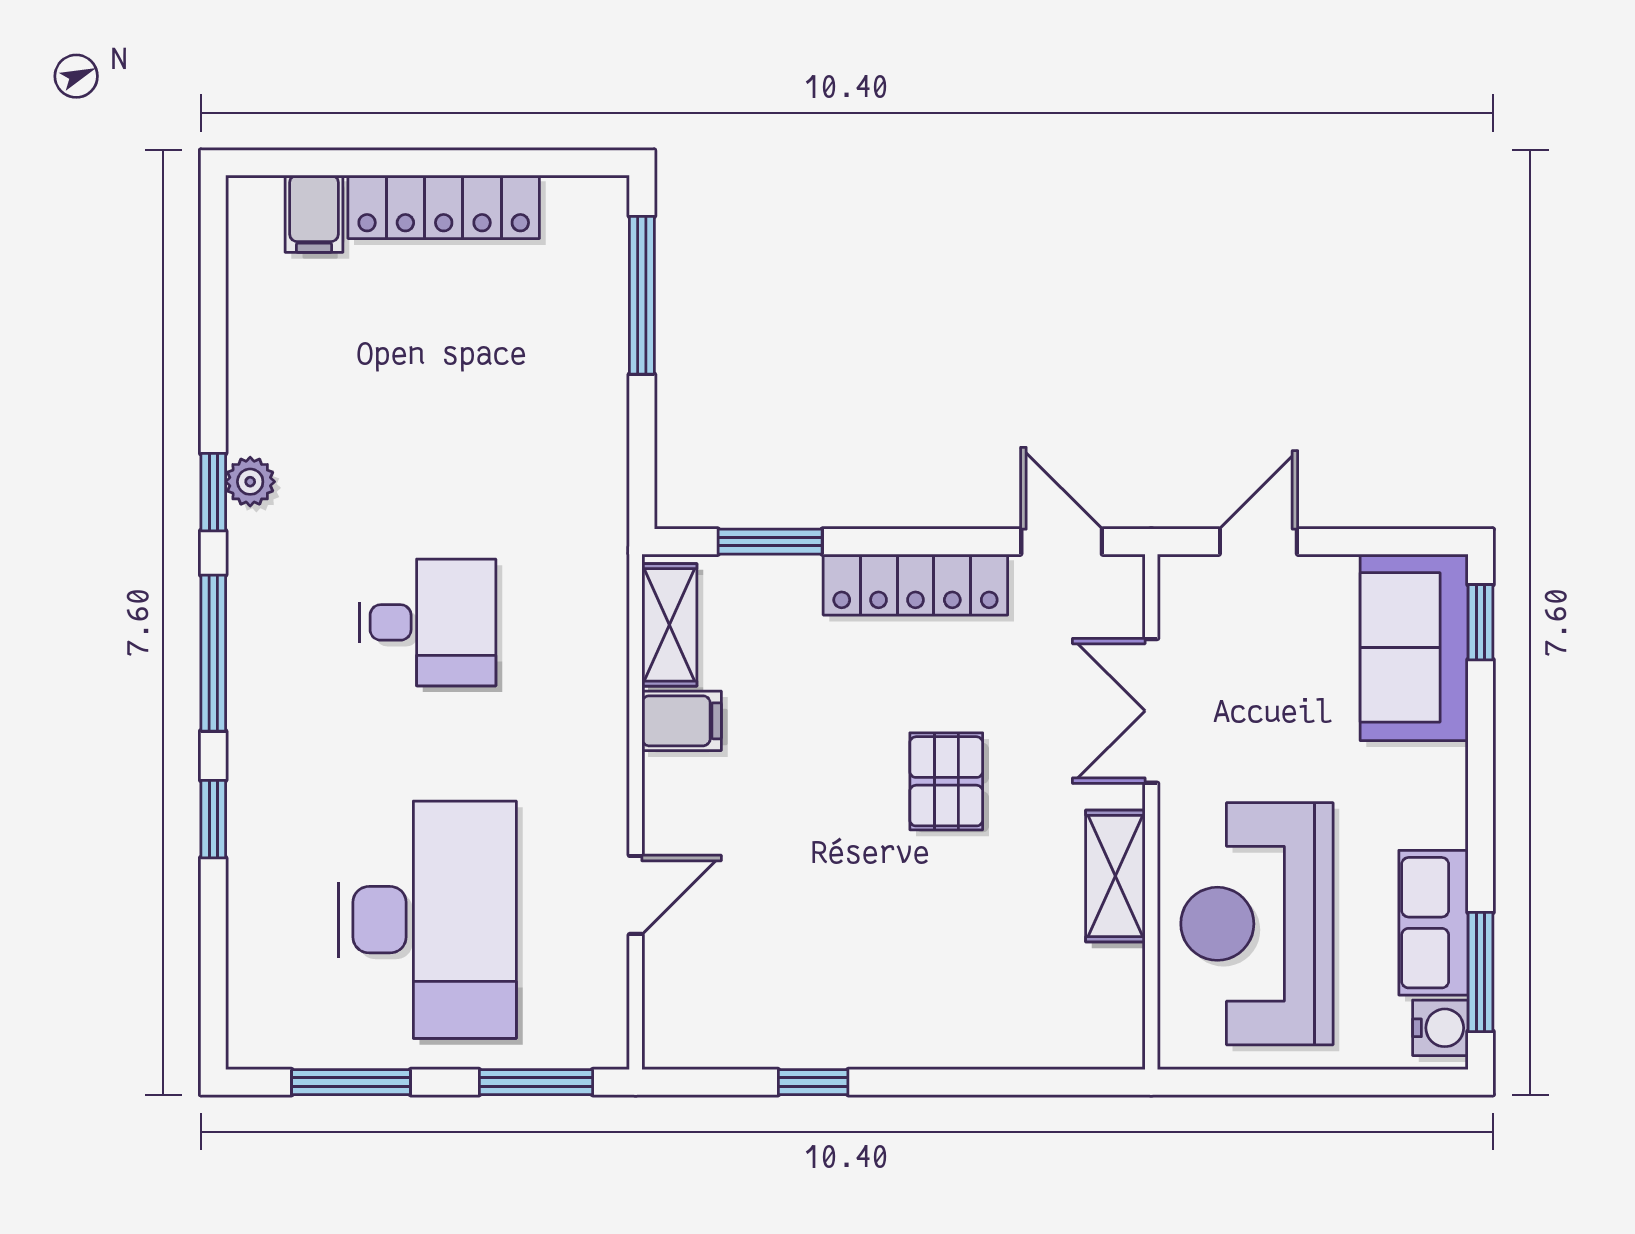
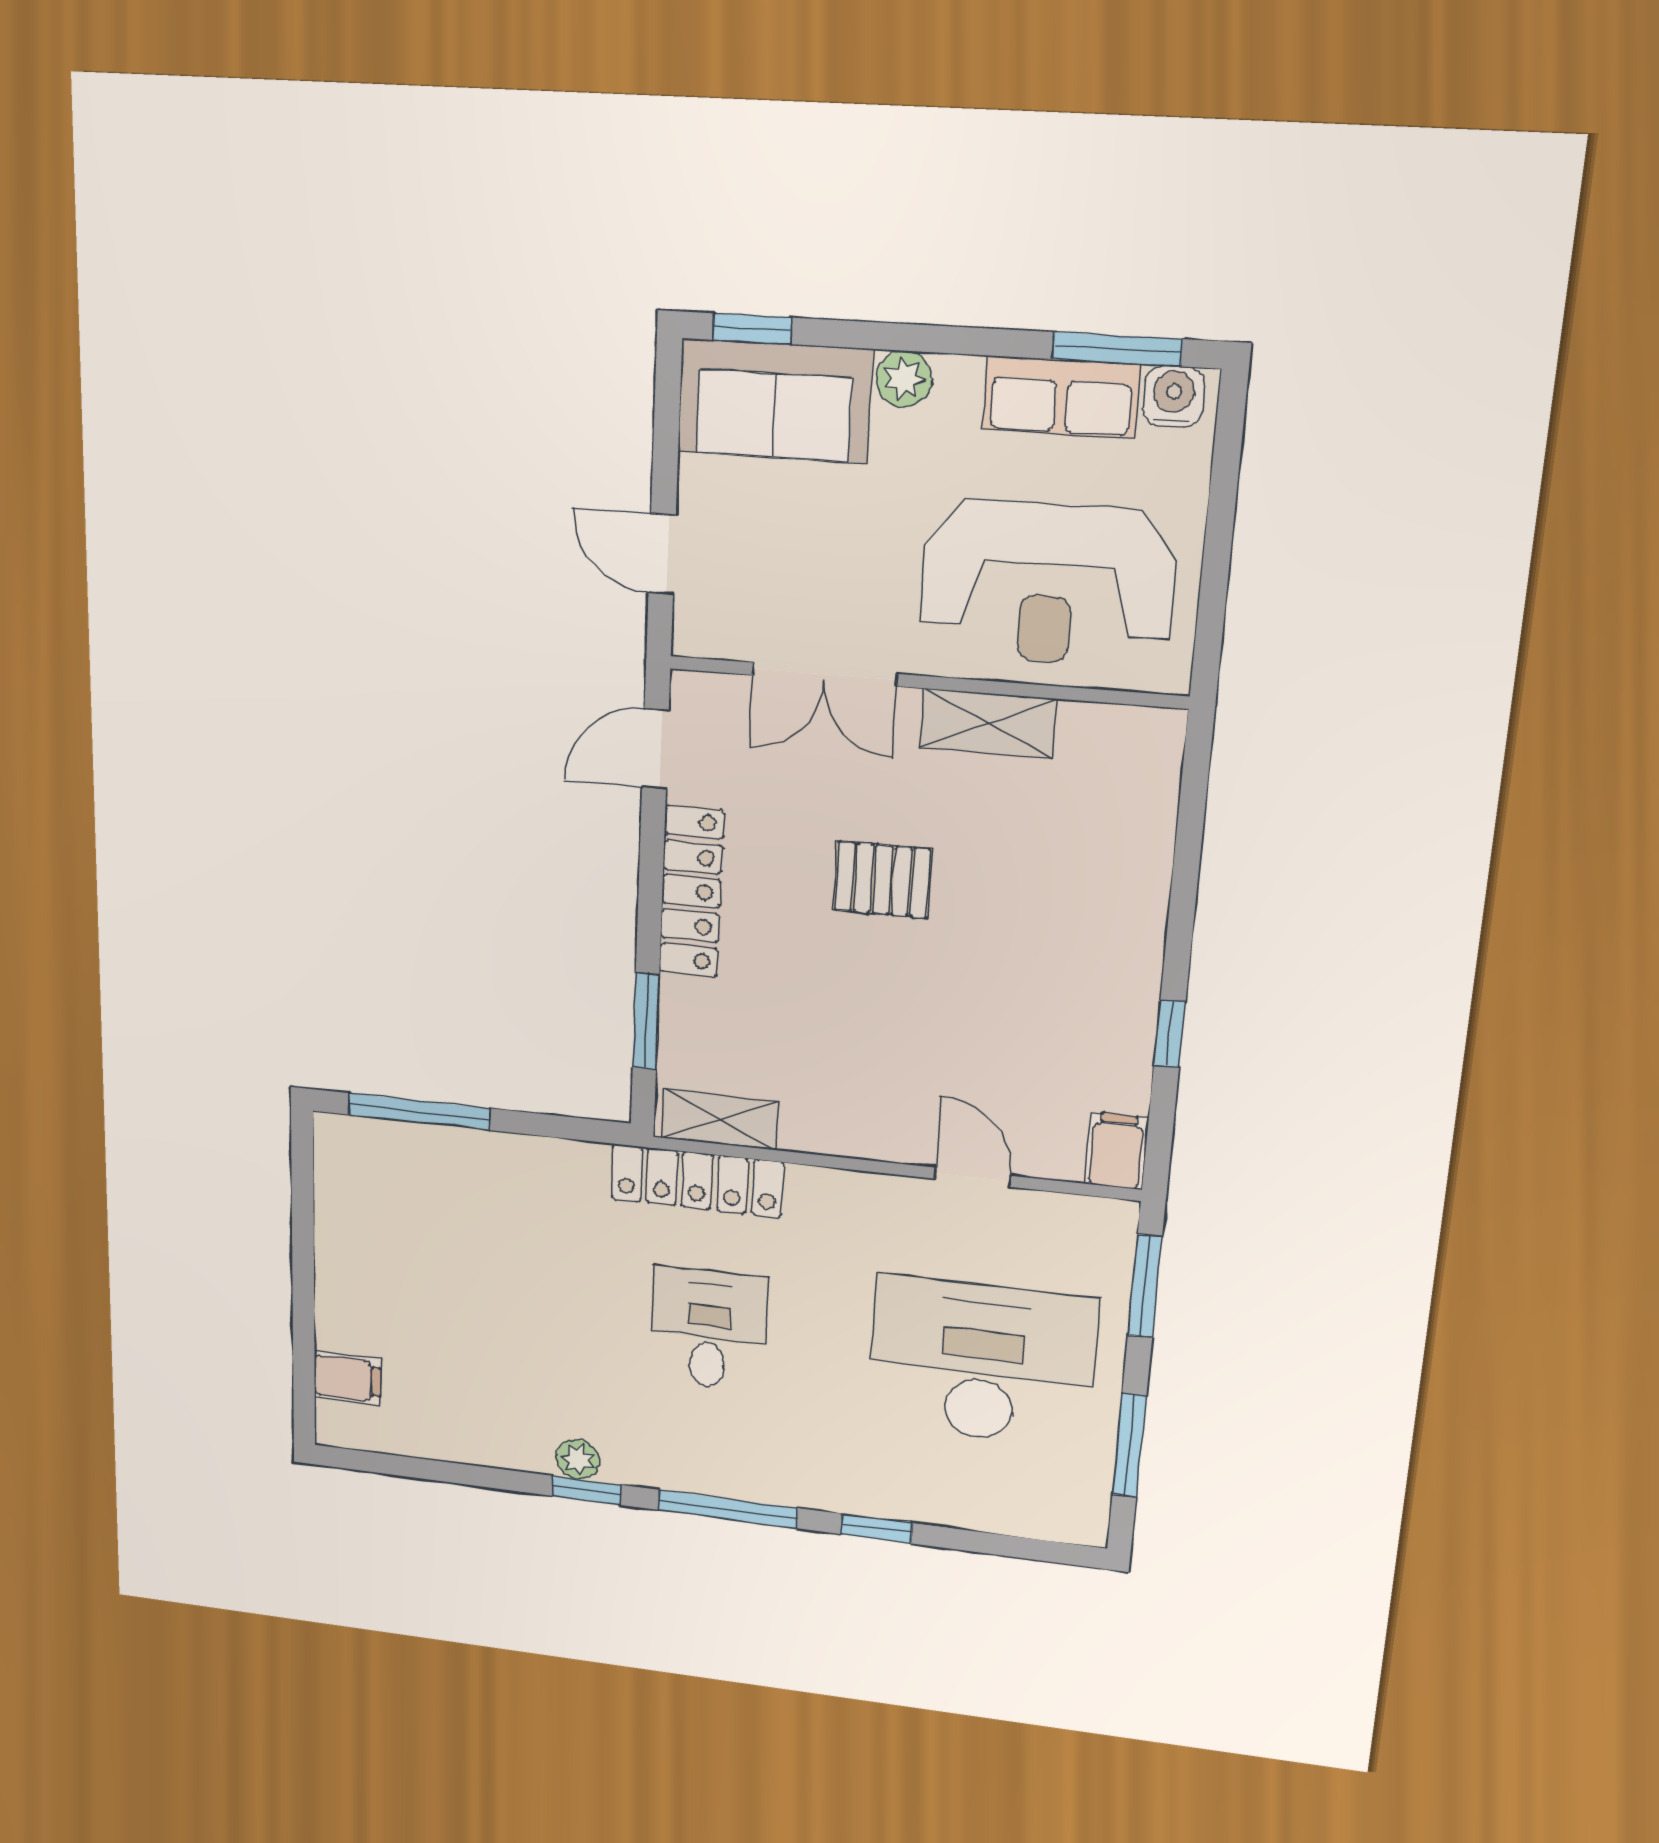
locker: (444, 207) -> (697, 1181), moved, turned 90
filing cabinet: (682, 721) -> (1116, 1151), moved
plant: (1442, 772) -> (904, 379), added

